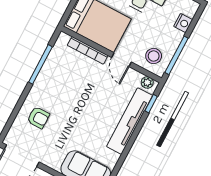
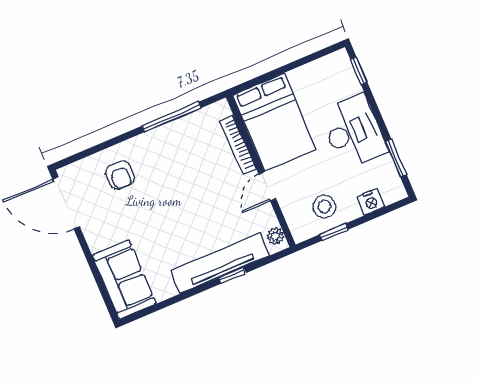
window: (177, 55) -> (334, 232), width x0.46
stool: (154, 56) -> (324, 206), moved
window: (151, 104) -> (232, 275), moved

